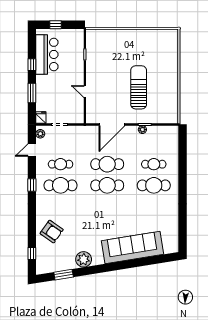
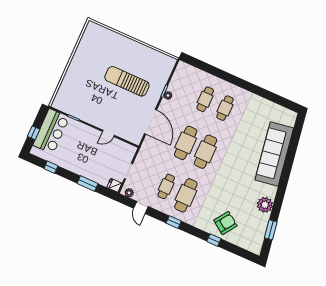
bar counter: (47, 54) -> (51, 131), moved, turned 90
window: (32, 65) -> (51, 167), moved
cafe table: (154, 185) -> (225, 108), width x0.73, depth x0.74
window: (32, 253) -> (214, 240), moved

